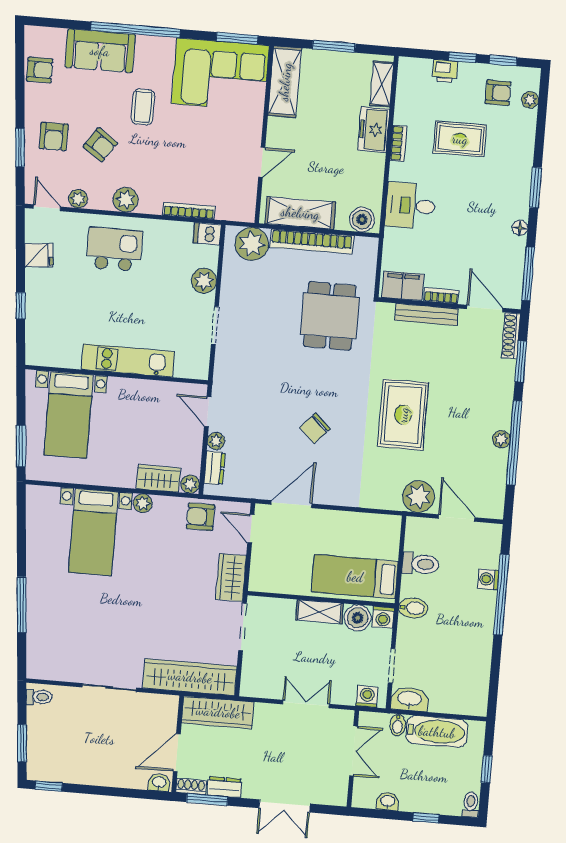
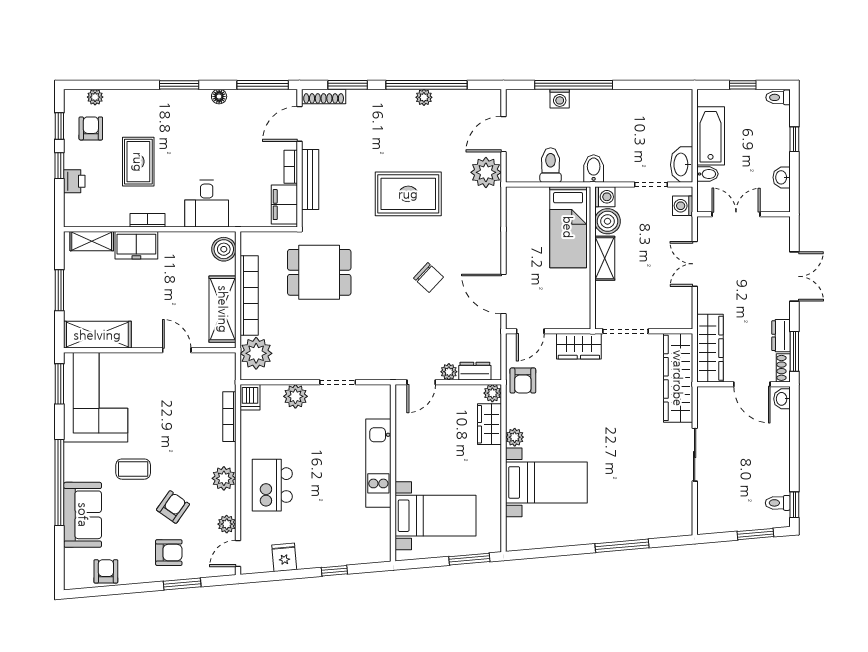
toilet: (39, 697) -> (778, 503), moved, turned -85

